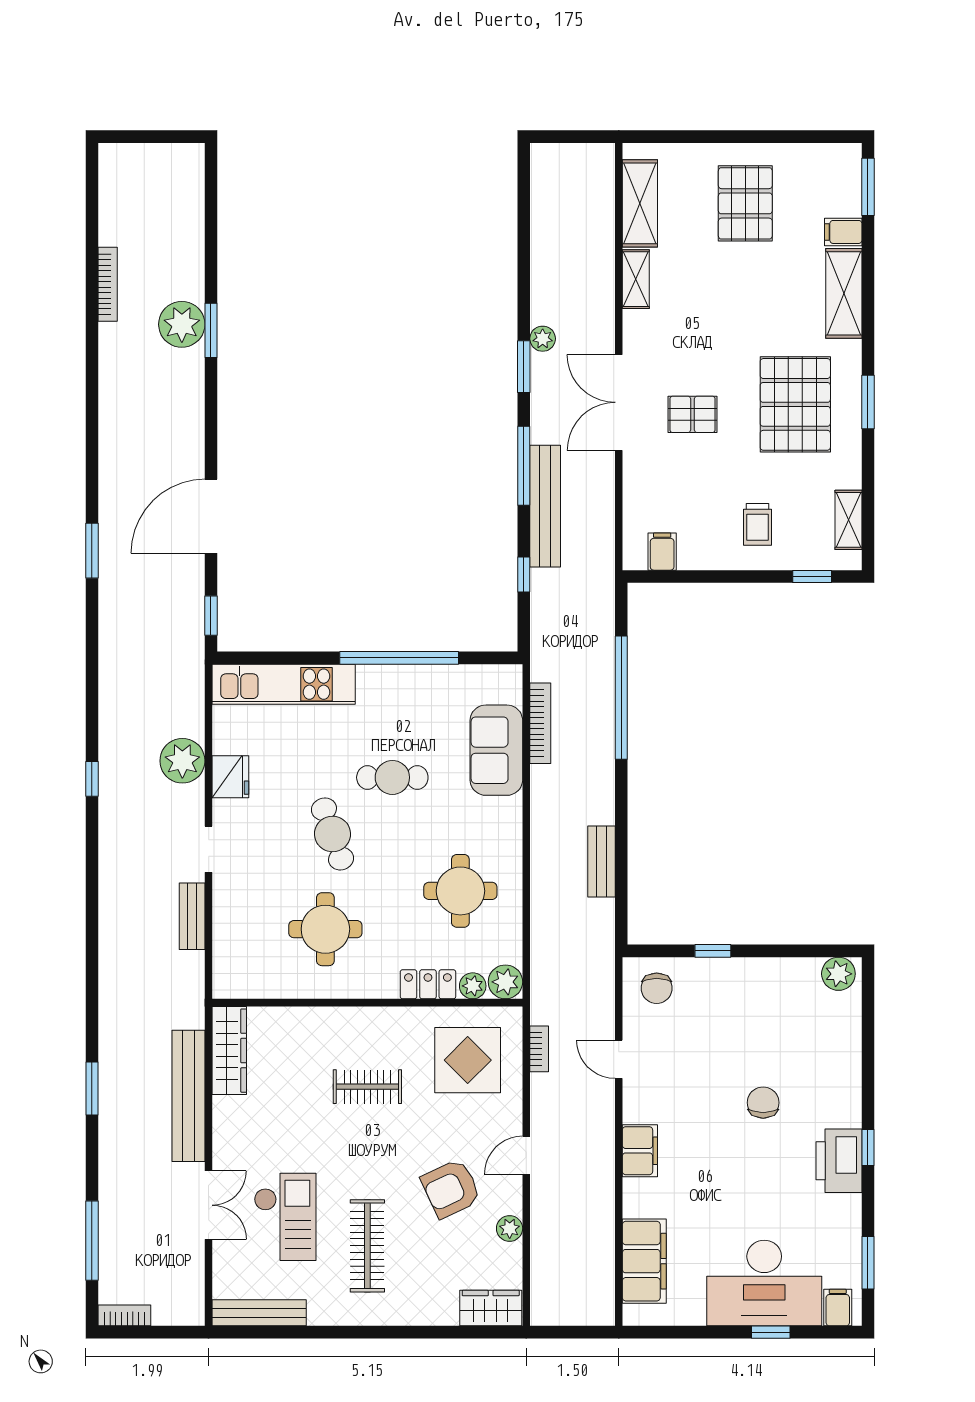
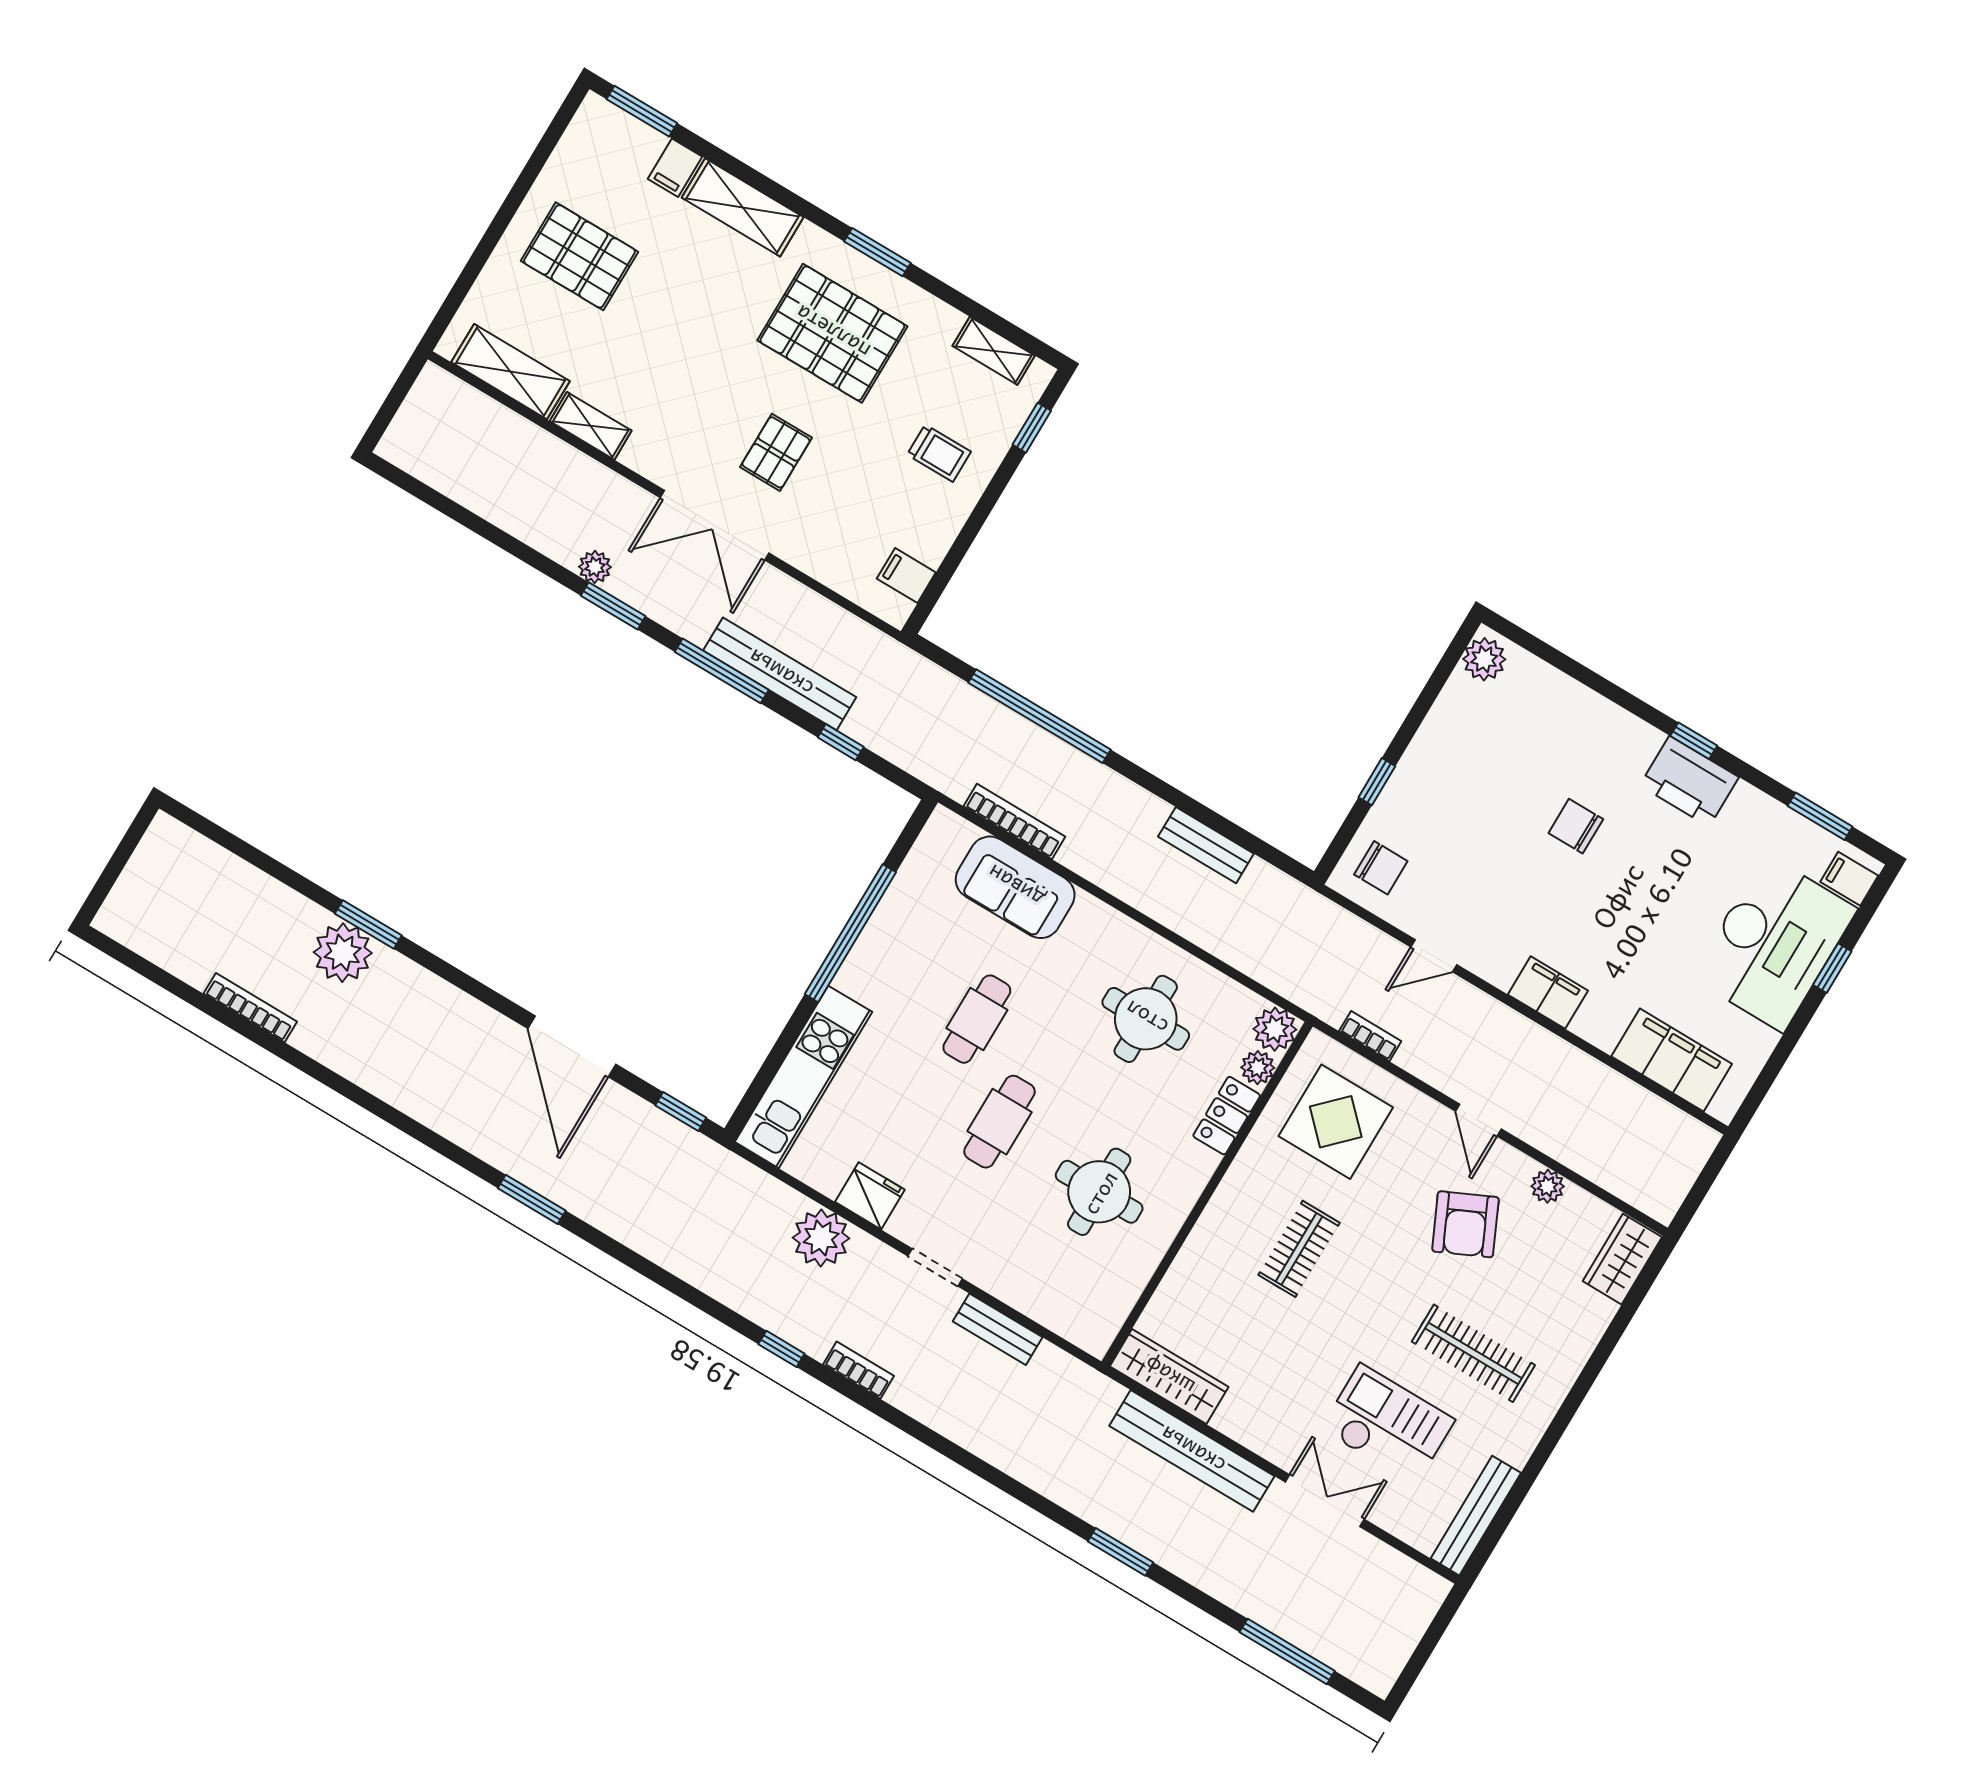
cafe table: (333, 834) -> (1000, 1122), turned -71
bookcase: (124, 1315) -> (859, 1370), moved, turned 90

